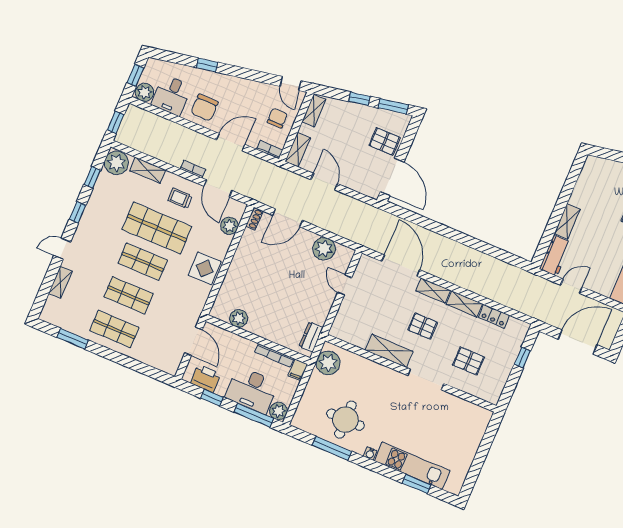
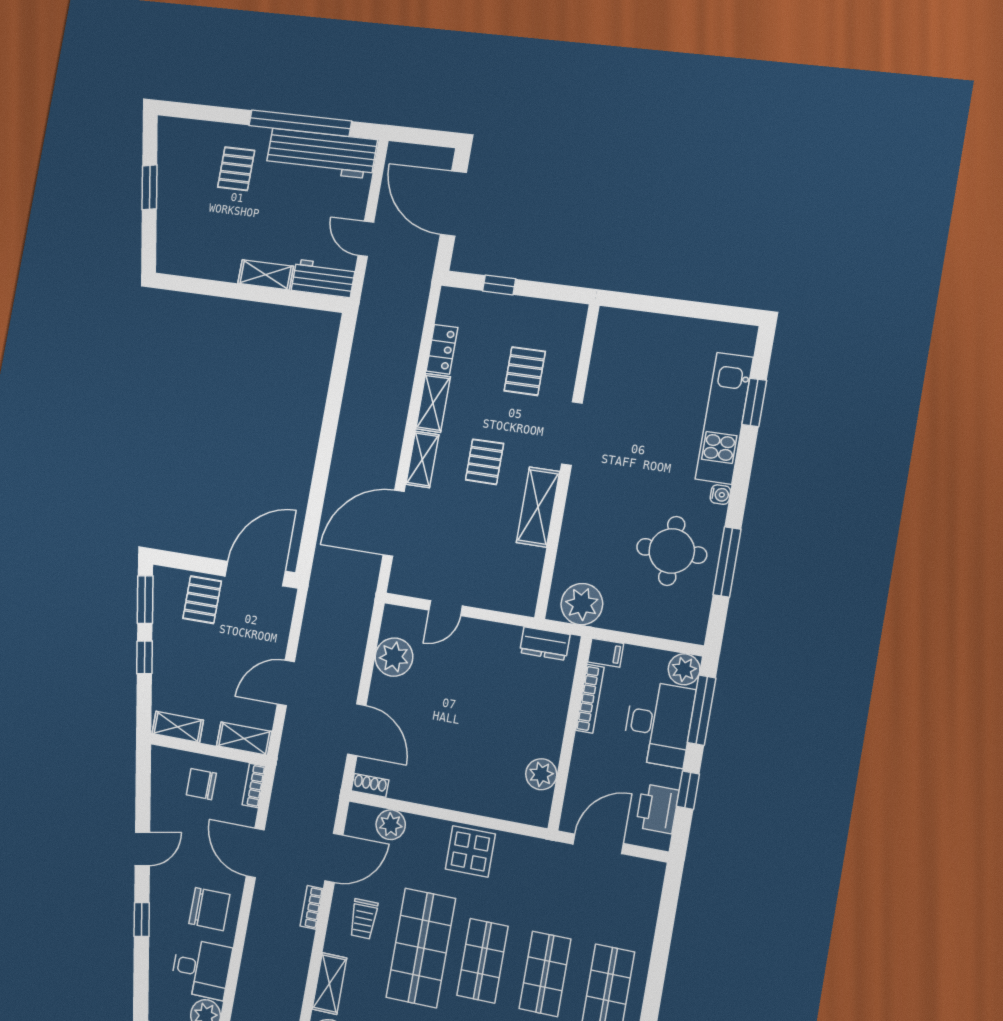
door: (290, 84) -> (142, 849), moved

